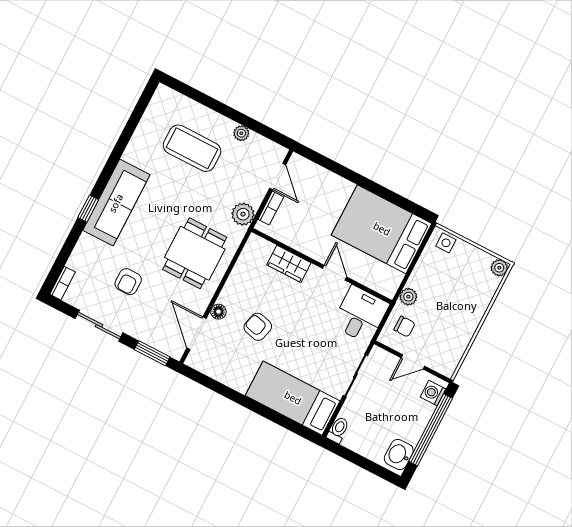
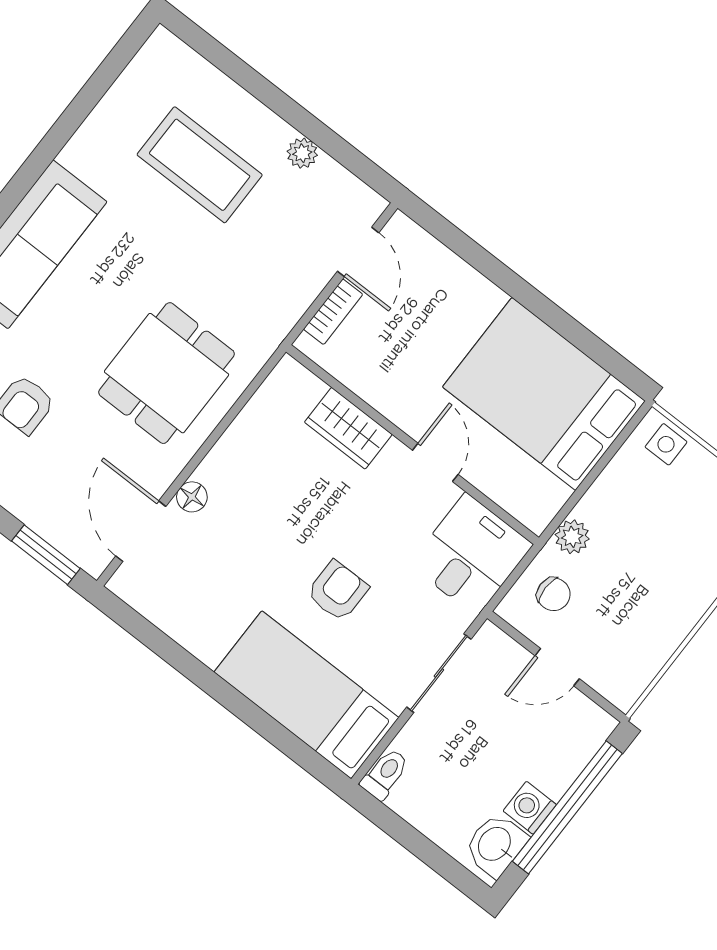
plant: (243, 214) -> (276, 314), removed
armchair: (258, 327) -> (338, 591), moved, turned 76
washing machine: (433, 393) -> (530, 808), moved

